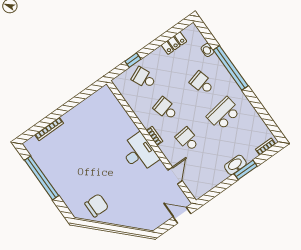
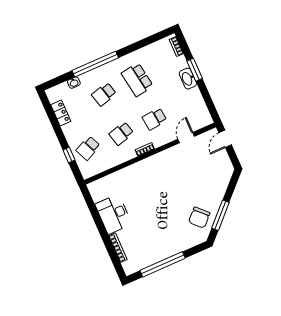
desk: (139, 153) -> (113, 214), moved, turned -90
door: (175, 175) -> (186, 138), hinge flipped
chair: (97, 205) -> (199, 218), turned -135
window: (103, 226) -> (220, 215), added

